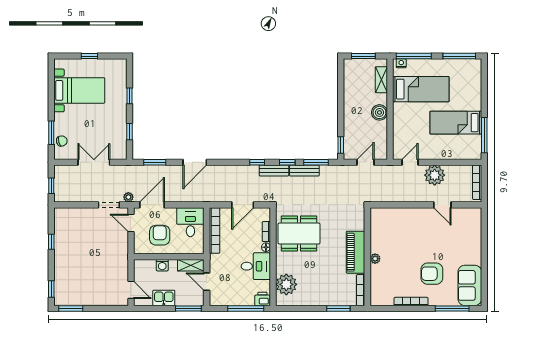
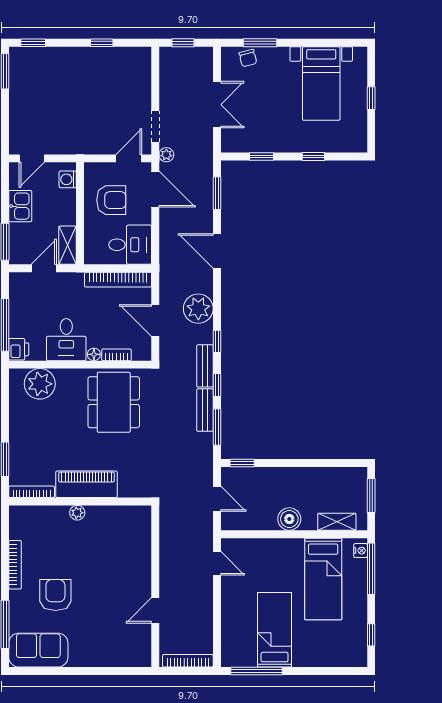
window: (459, 56) -> (371, 635), width x0.46
plant: (435, 175) -> (198, 309), moved
washing machine: (162, 265) -> (68, 179), moved

